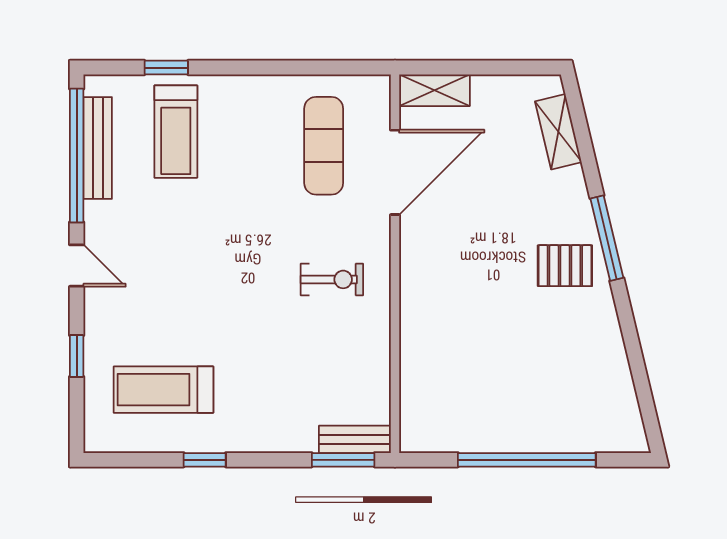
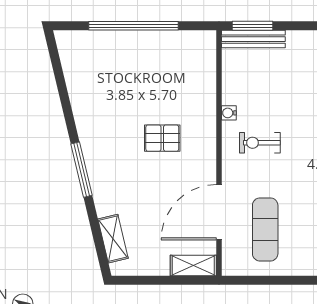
pallet: (565, 266) -> (162, 138), moved
water cooler: (380, 325) -> (229, 113), added
bench: (355, 439) -> (253, 39), width x1.36

